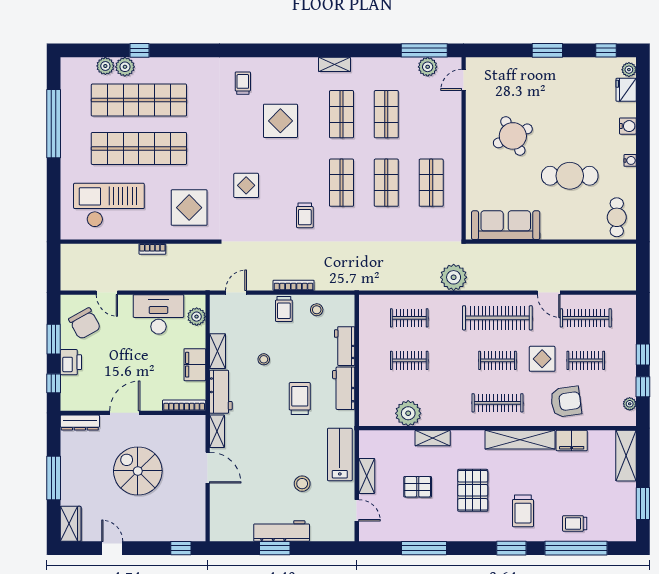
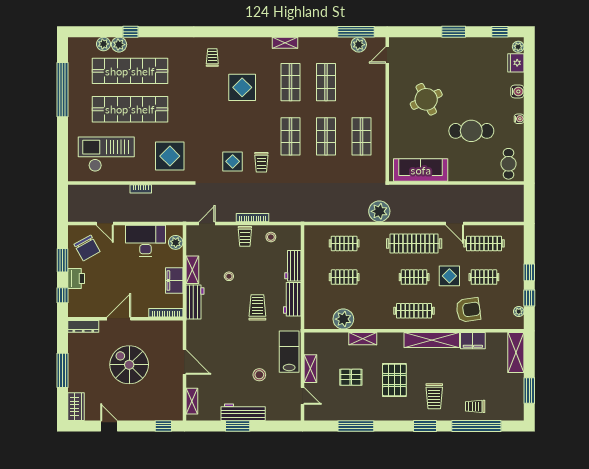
display table: (246, 185) -> (233, 161), moved
shelving: (217, 431) -> (192, 401), moved

